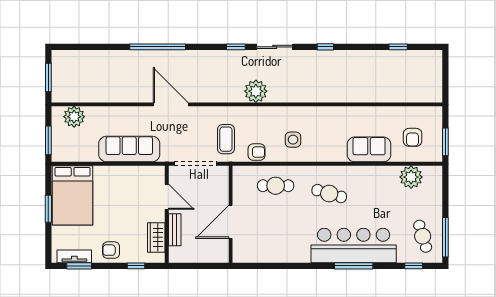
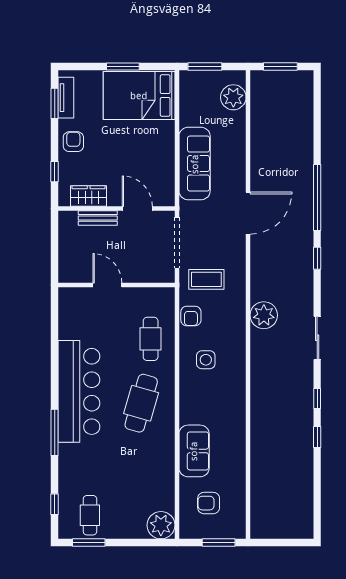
window: (236, 47) -> (317, 258), moved
window: (398, 47) -> (317, 437), moved
window: (445, 142) -> (219, 543), moved
plant: (411, 177) -> (161, 525), moved
cafe table: (329, 194) -> (141, 403), width x1.37, depth x1.35
door: (167, 197) -> (137, 208), swing flipped
door: (231, 222) -> (107, 285), width x0.73
cafe table: (423, 236) -> (90, 515), turned -73
window: (445, 237) -> (89, 543), width x0.69
bar counter: (354, 246) -> (79, 391), moved

